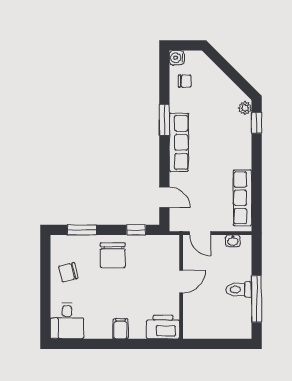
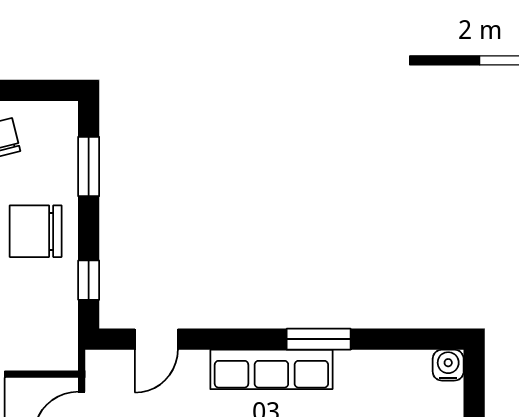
chair: (185, 81) -> (399, 381), removed

